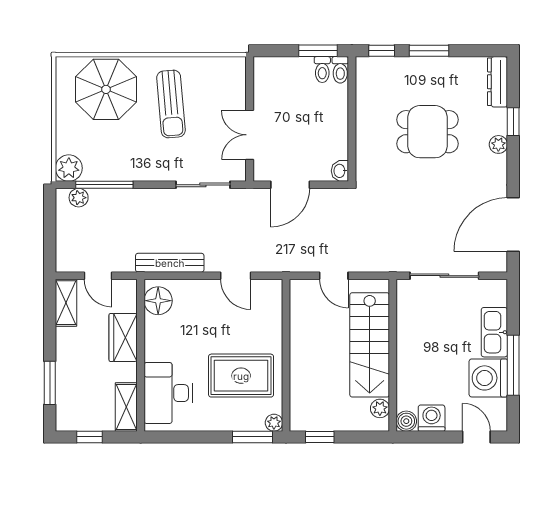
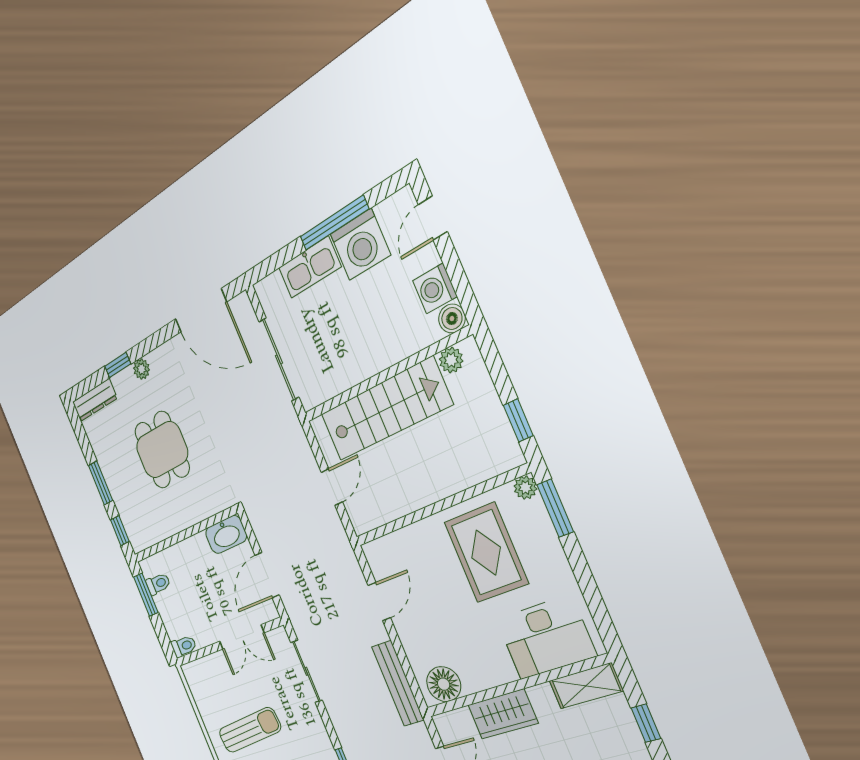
toilet: (340, 70) -> (184, 646), moved
washbasin: (340, 171) -> (226, 534), width x1.91, depth x1.45
door: (290, 185) -> (267, 575), swing flipped

